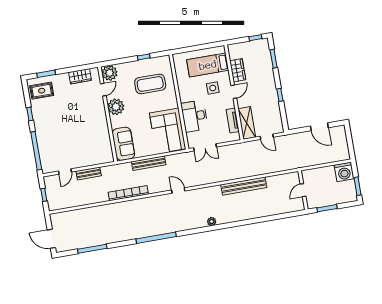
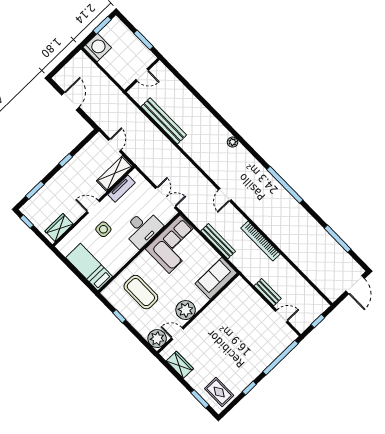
bed: (208, 65) -> (89, 267), moved, turned 180
wardrobe: (238, 70) -> (59, 228), moved
bench: (244, 186) -> (164, 121), moved

